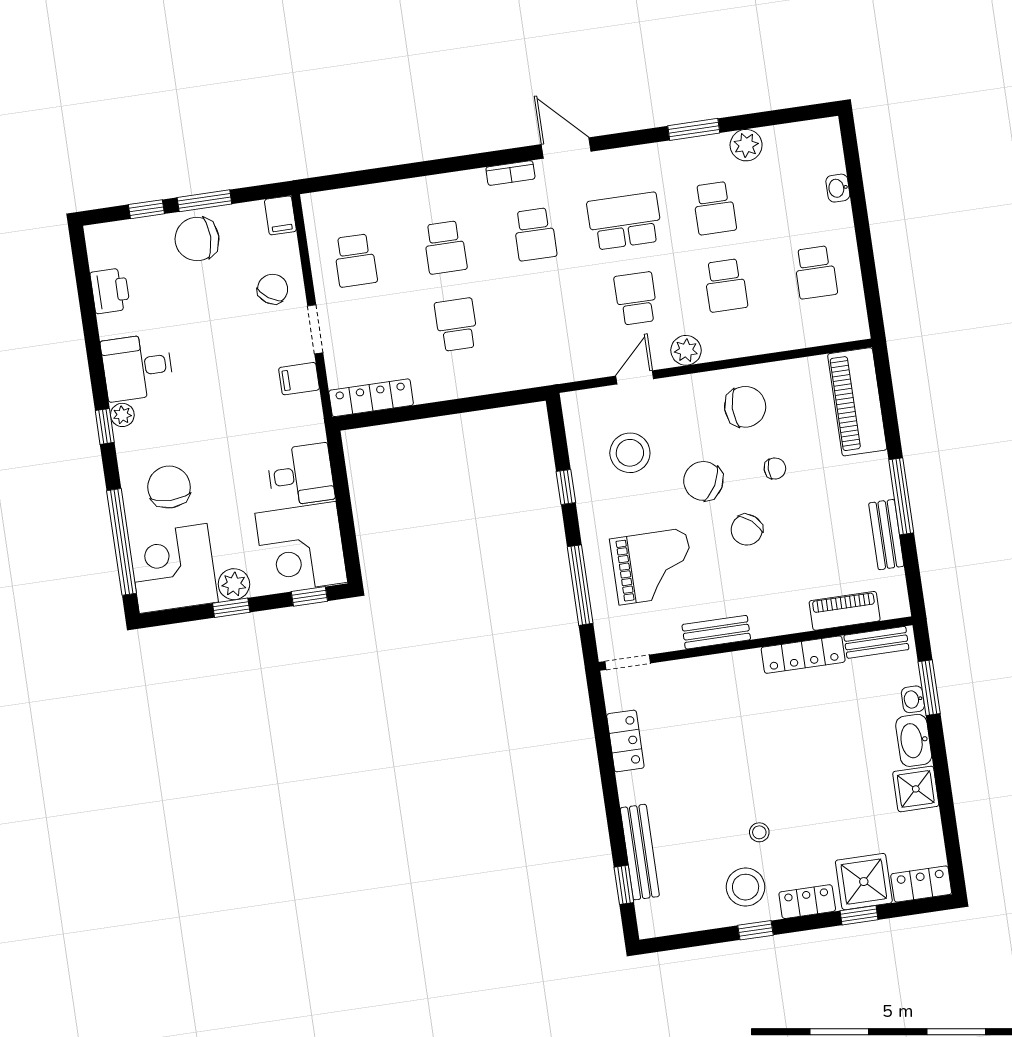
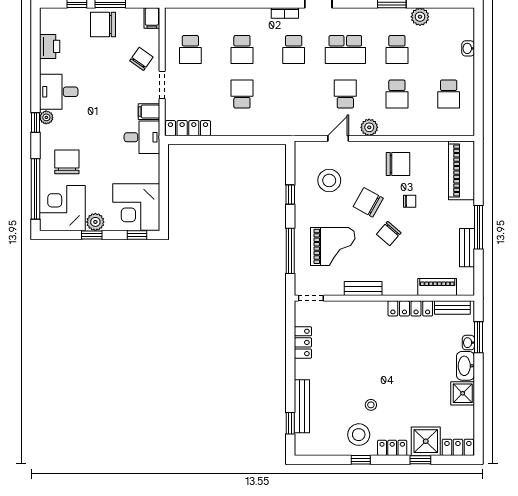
school desk: (625, 221) -> (345, 50), turned 180
desk: (301, 475) -> (142, 137), moved

